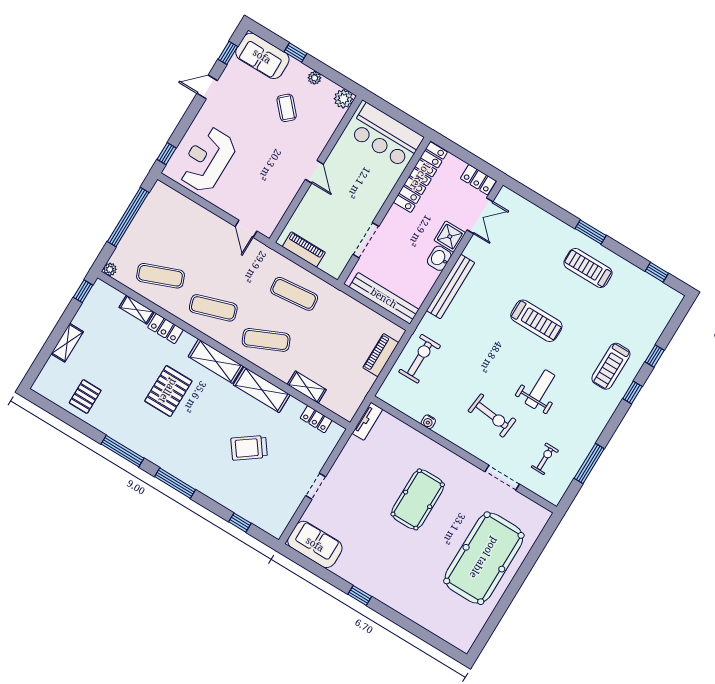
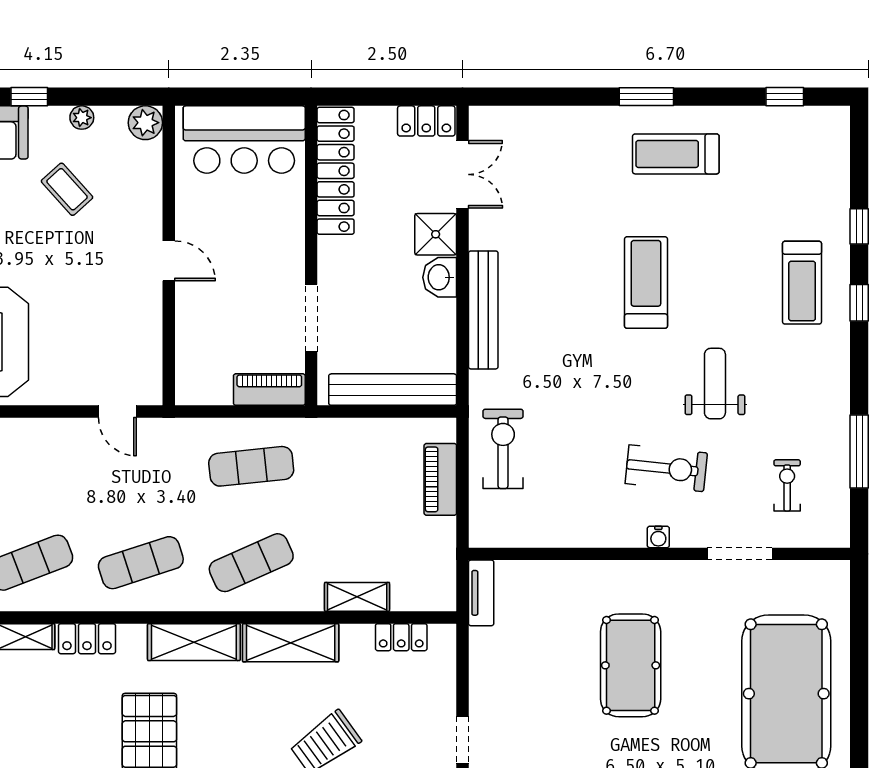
piano: (304, 249) -> (269, 390), moved
treadmill: (536, 321) -> (646, 282), turned -90
water cooler: (428, 422) -> (658, 537), moved

